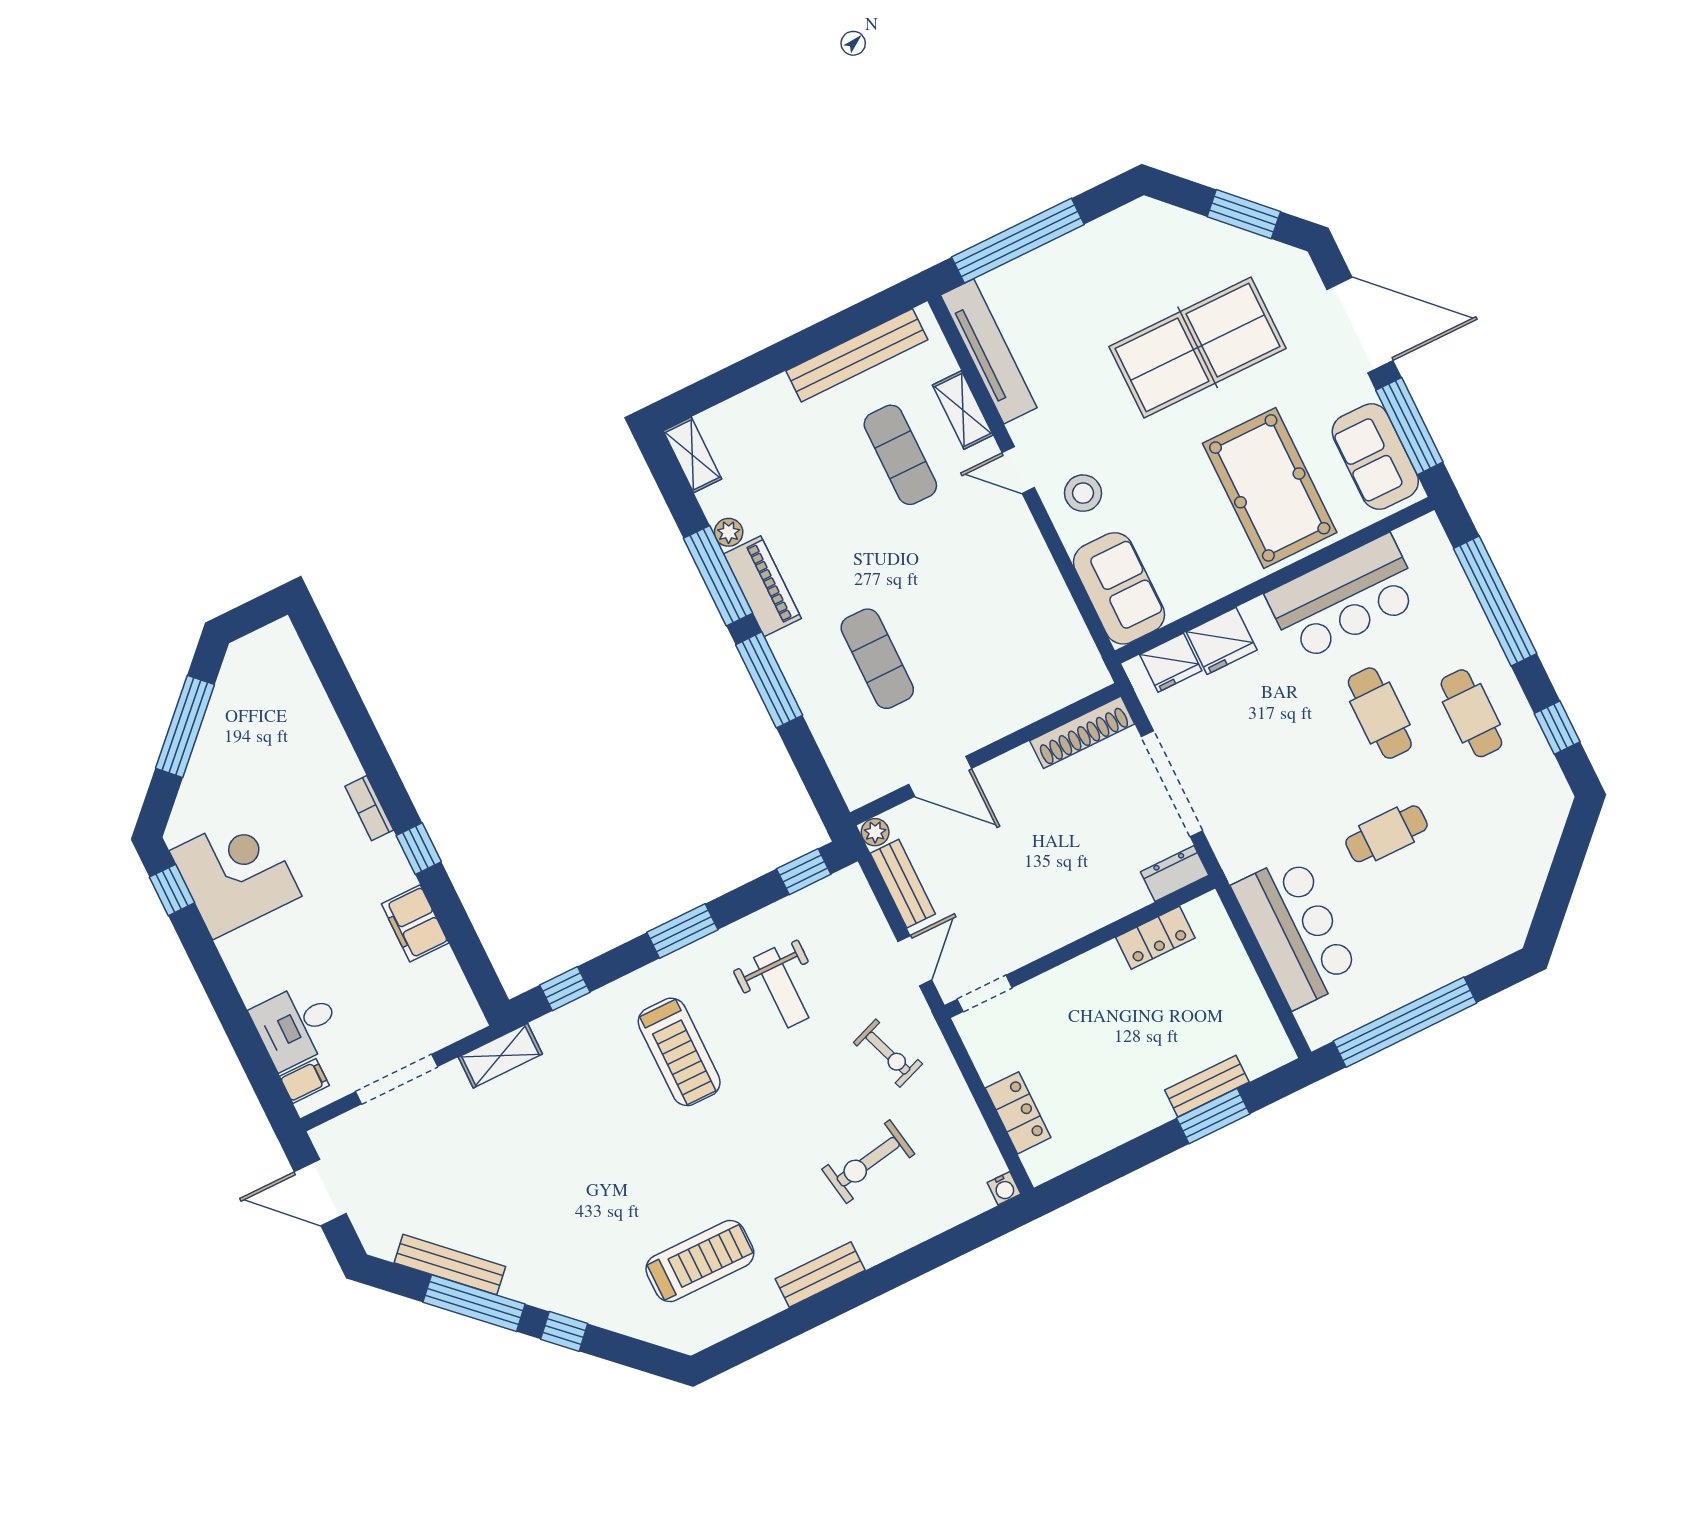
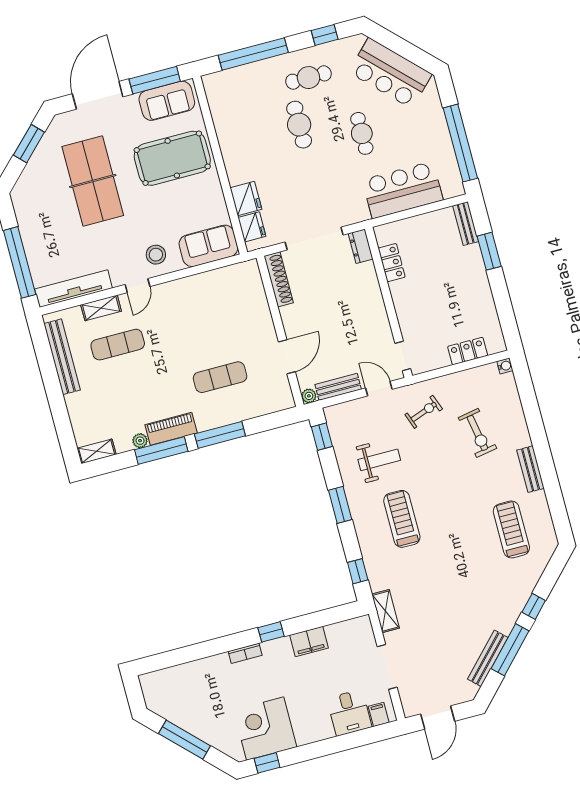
bar counter: (1344, 598) -> (390, 73), moved, turned 135
cafe table: (1380, 713) -> (299, 125), turned 90
treadmill: (679, 1052) -> (402, 519), turned -90
bench: (1207, 1086) -> (466, 224), moved

